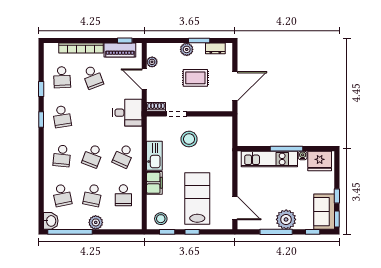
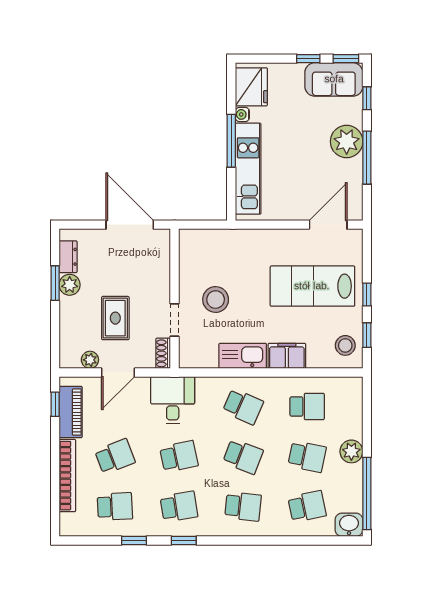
plant: (187, 49) -> (70, 285), moved
rug: (195, 78) -> (115, 318), moved
school desk: (93, 117) -> (179, 456), added

